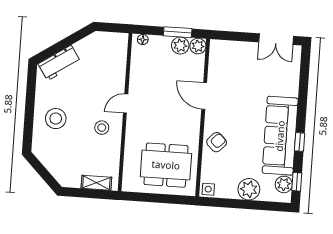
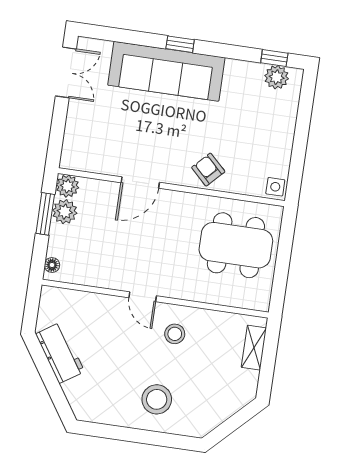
workbench: (59, 63) -> (60, 353), moved
sofa: (280, 136) -> (166, 71), moved
window: (300, 142) -> (180, 44), moved
dining table: (166, 165) -> (236, 245), turned 90
plant: (249, 189) -> (280, 128), removed

